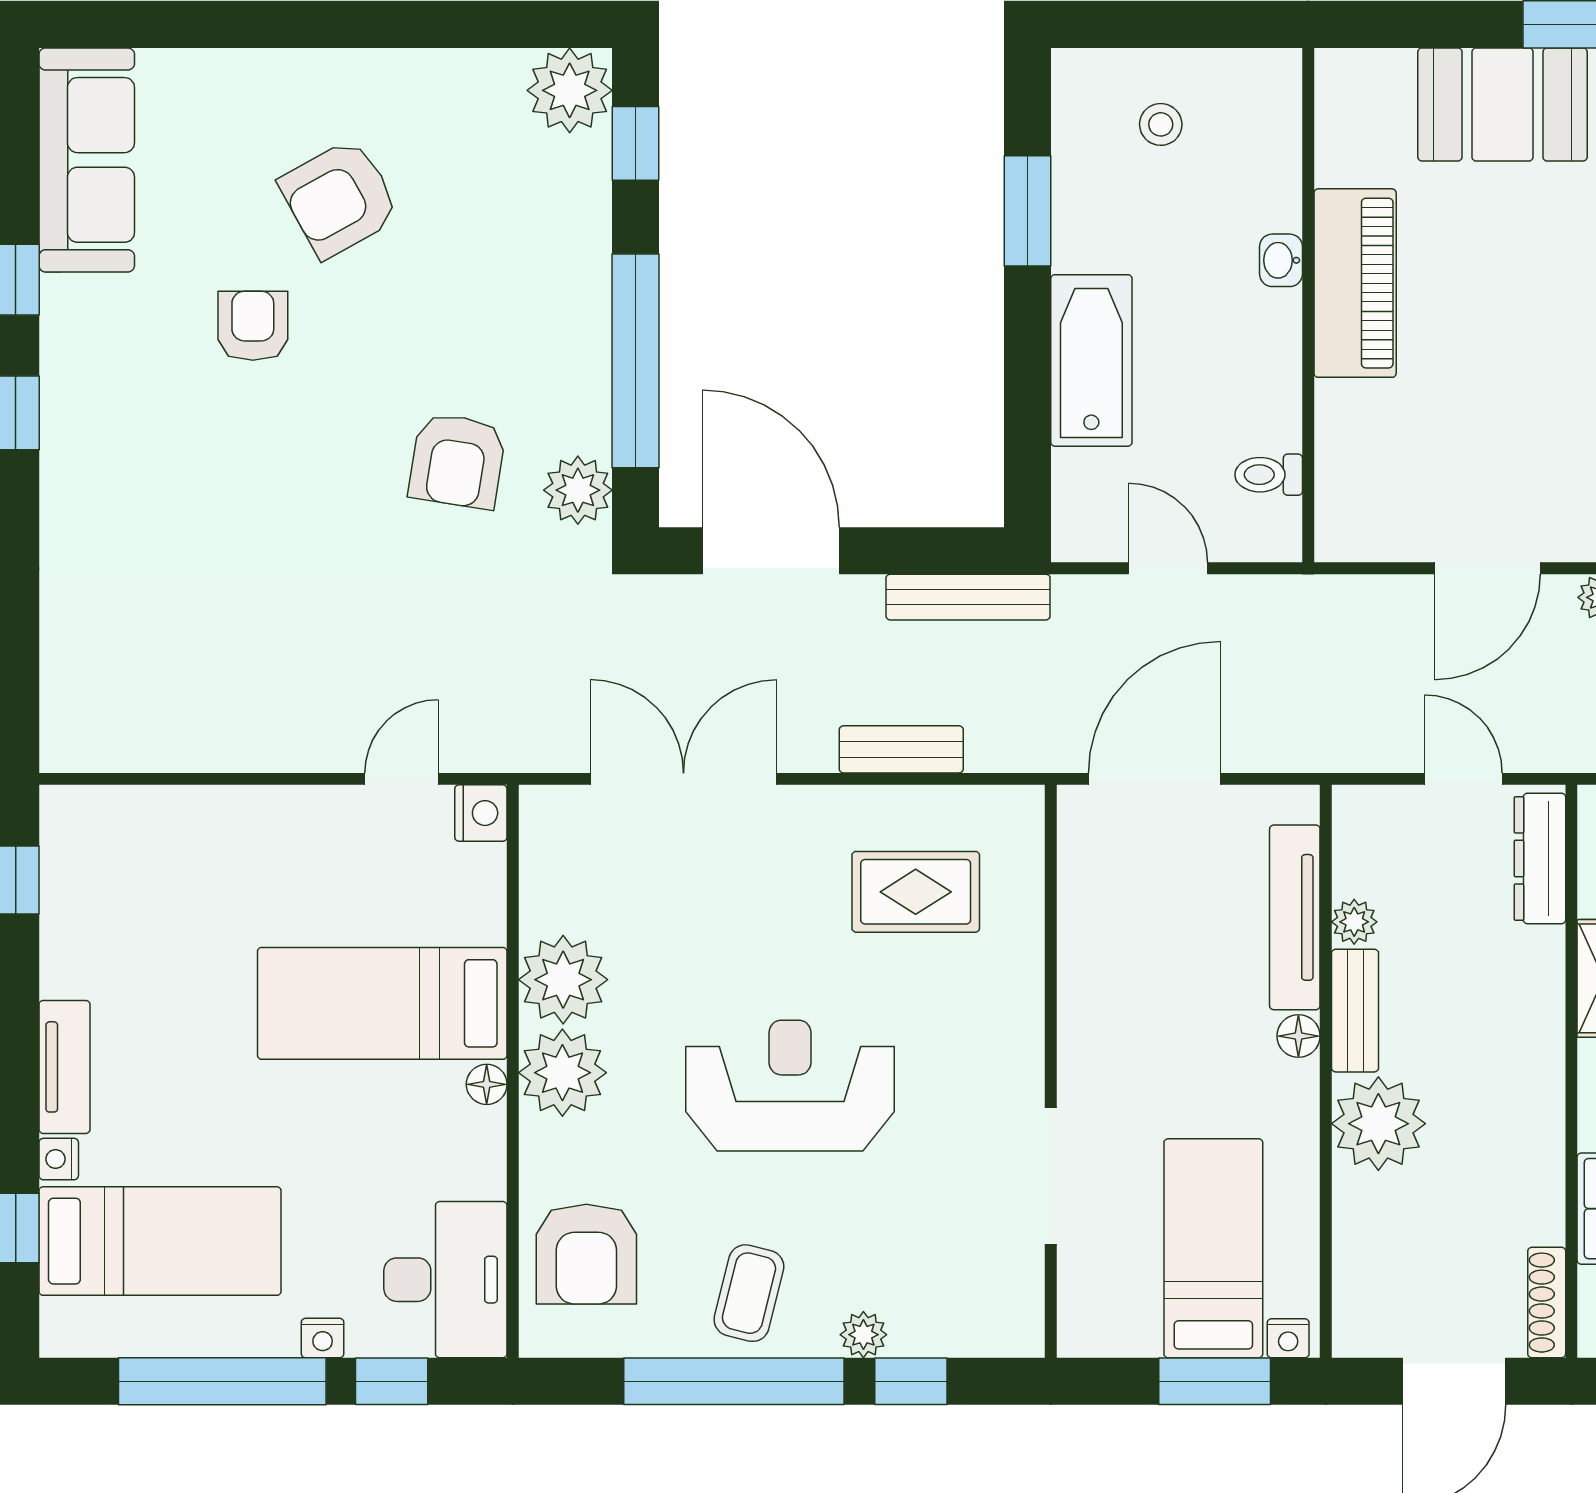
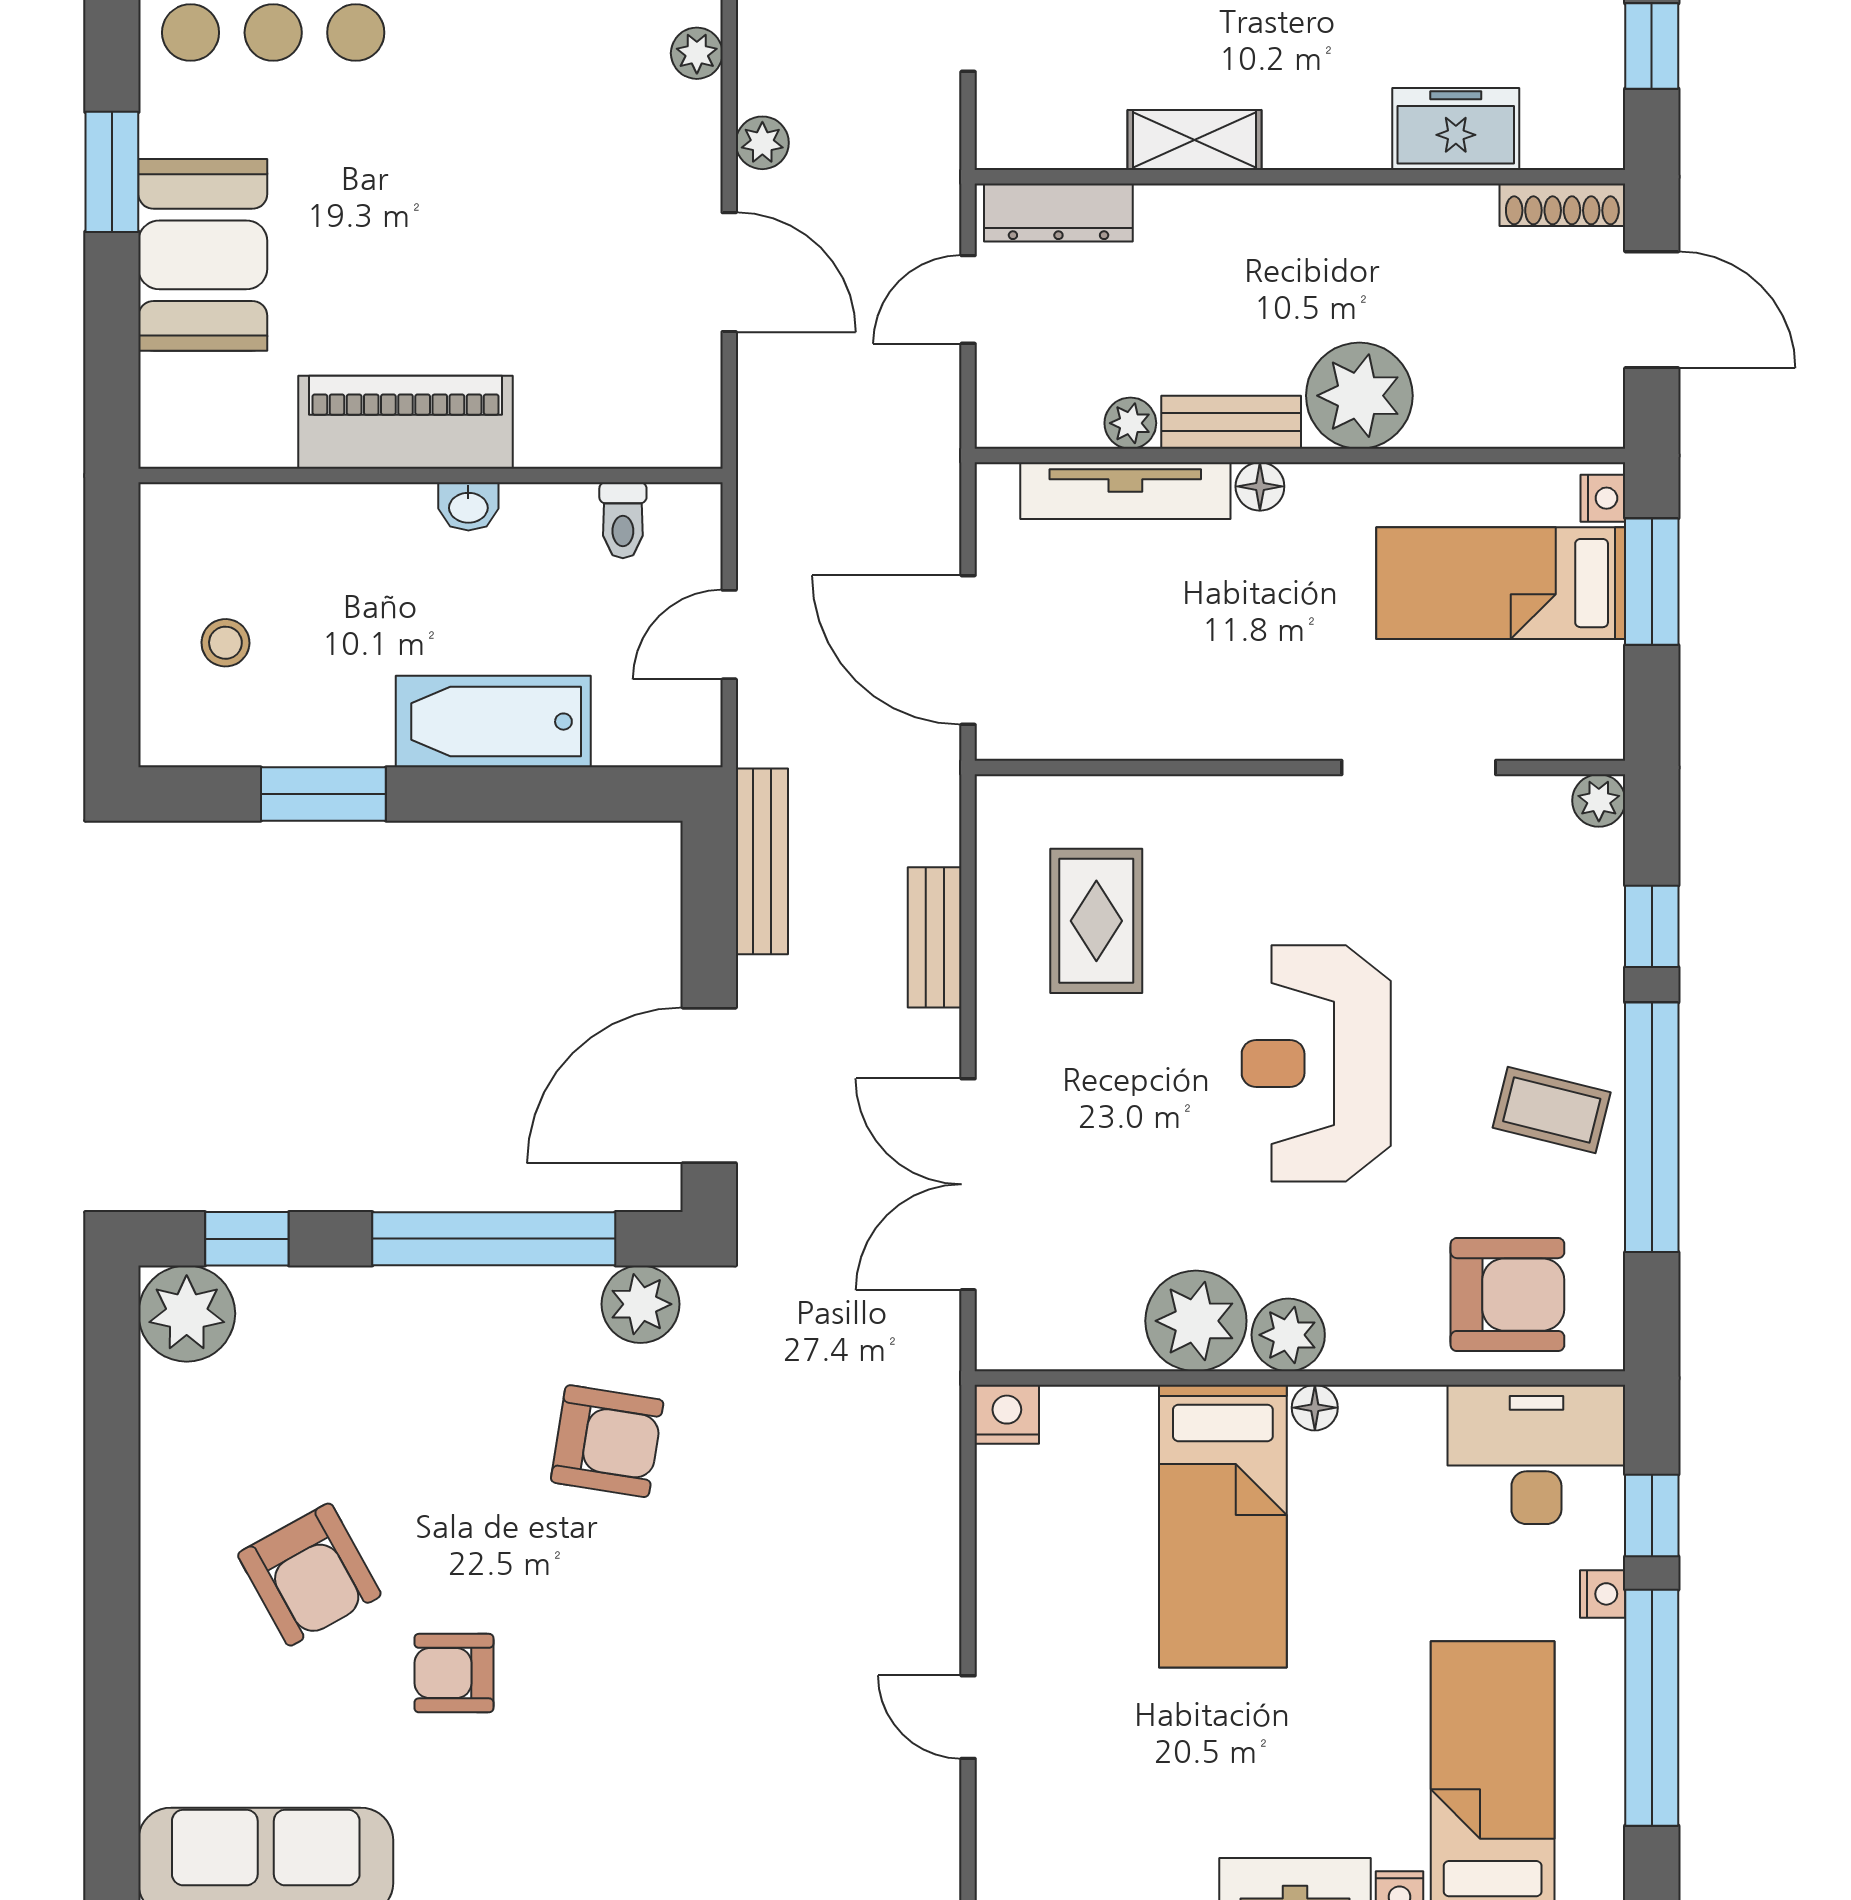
washbasin: (1281, 260) -> (468, 506), moved
door: (402, 779) -> (968, 1717), moved
plant: (562, 1073) -> (1288, 1335), width x0.73, depth x0.73
plant: (863, 1335) -> (1599, 801), moved

